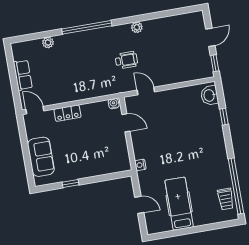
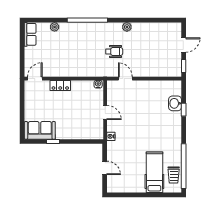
row of seats: (23, 75) -> (30, 34), moved
washbasin: (210, 95) -> (175, 103), moved
door: (35, 110) -> (35, 79), hinge flipped
door: (126, 123) -> (105, 113), moved
sofa: (41, 157) -> (40, 130), moved, turned -90
hospital bed: (179, 204) -> (154, 172), moved

